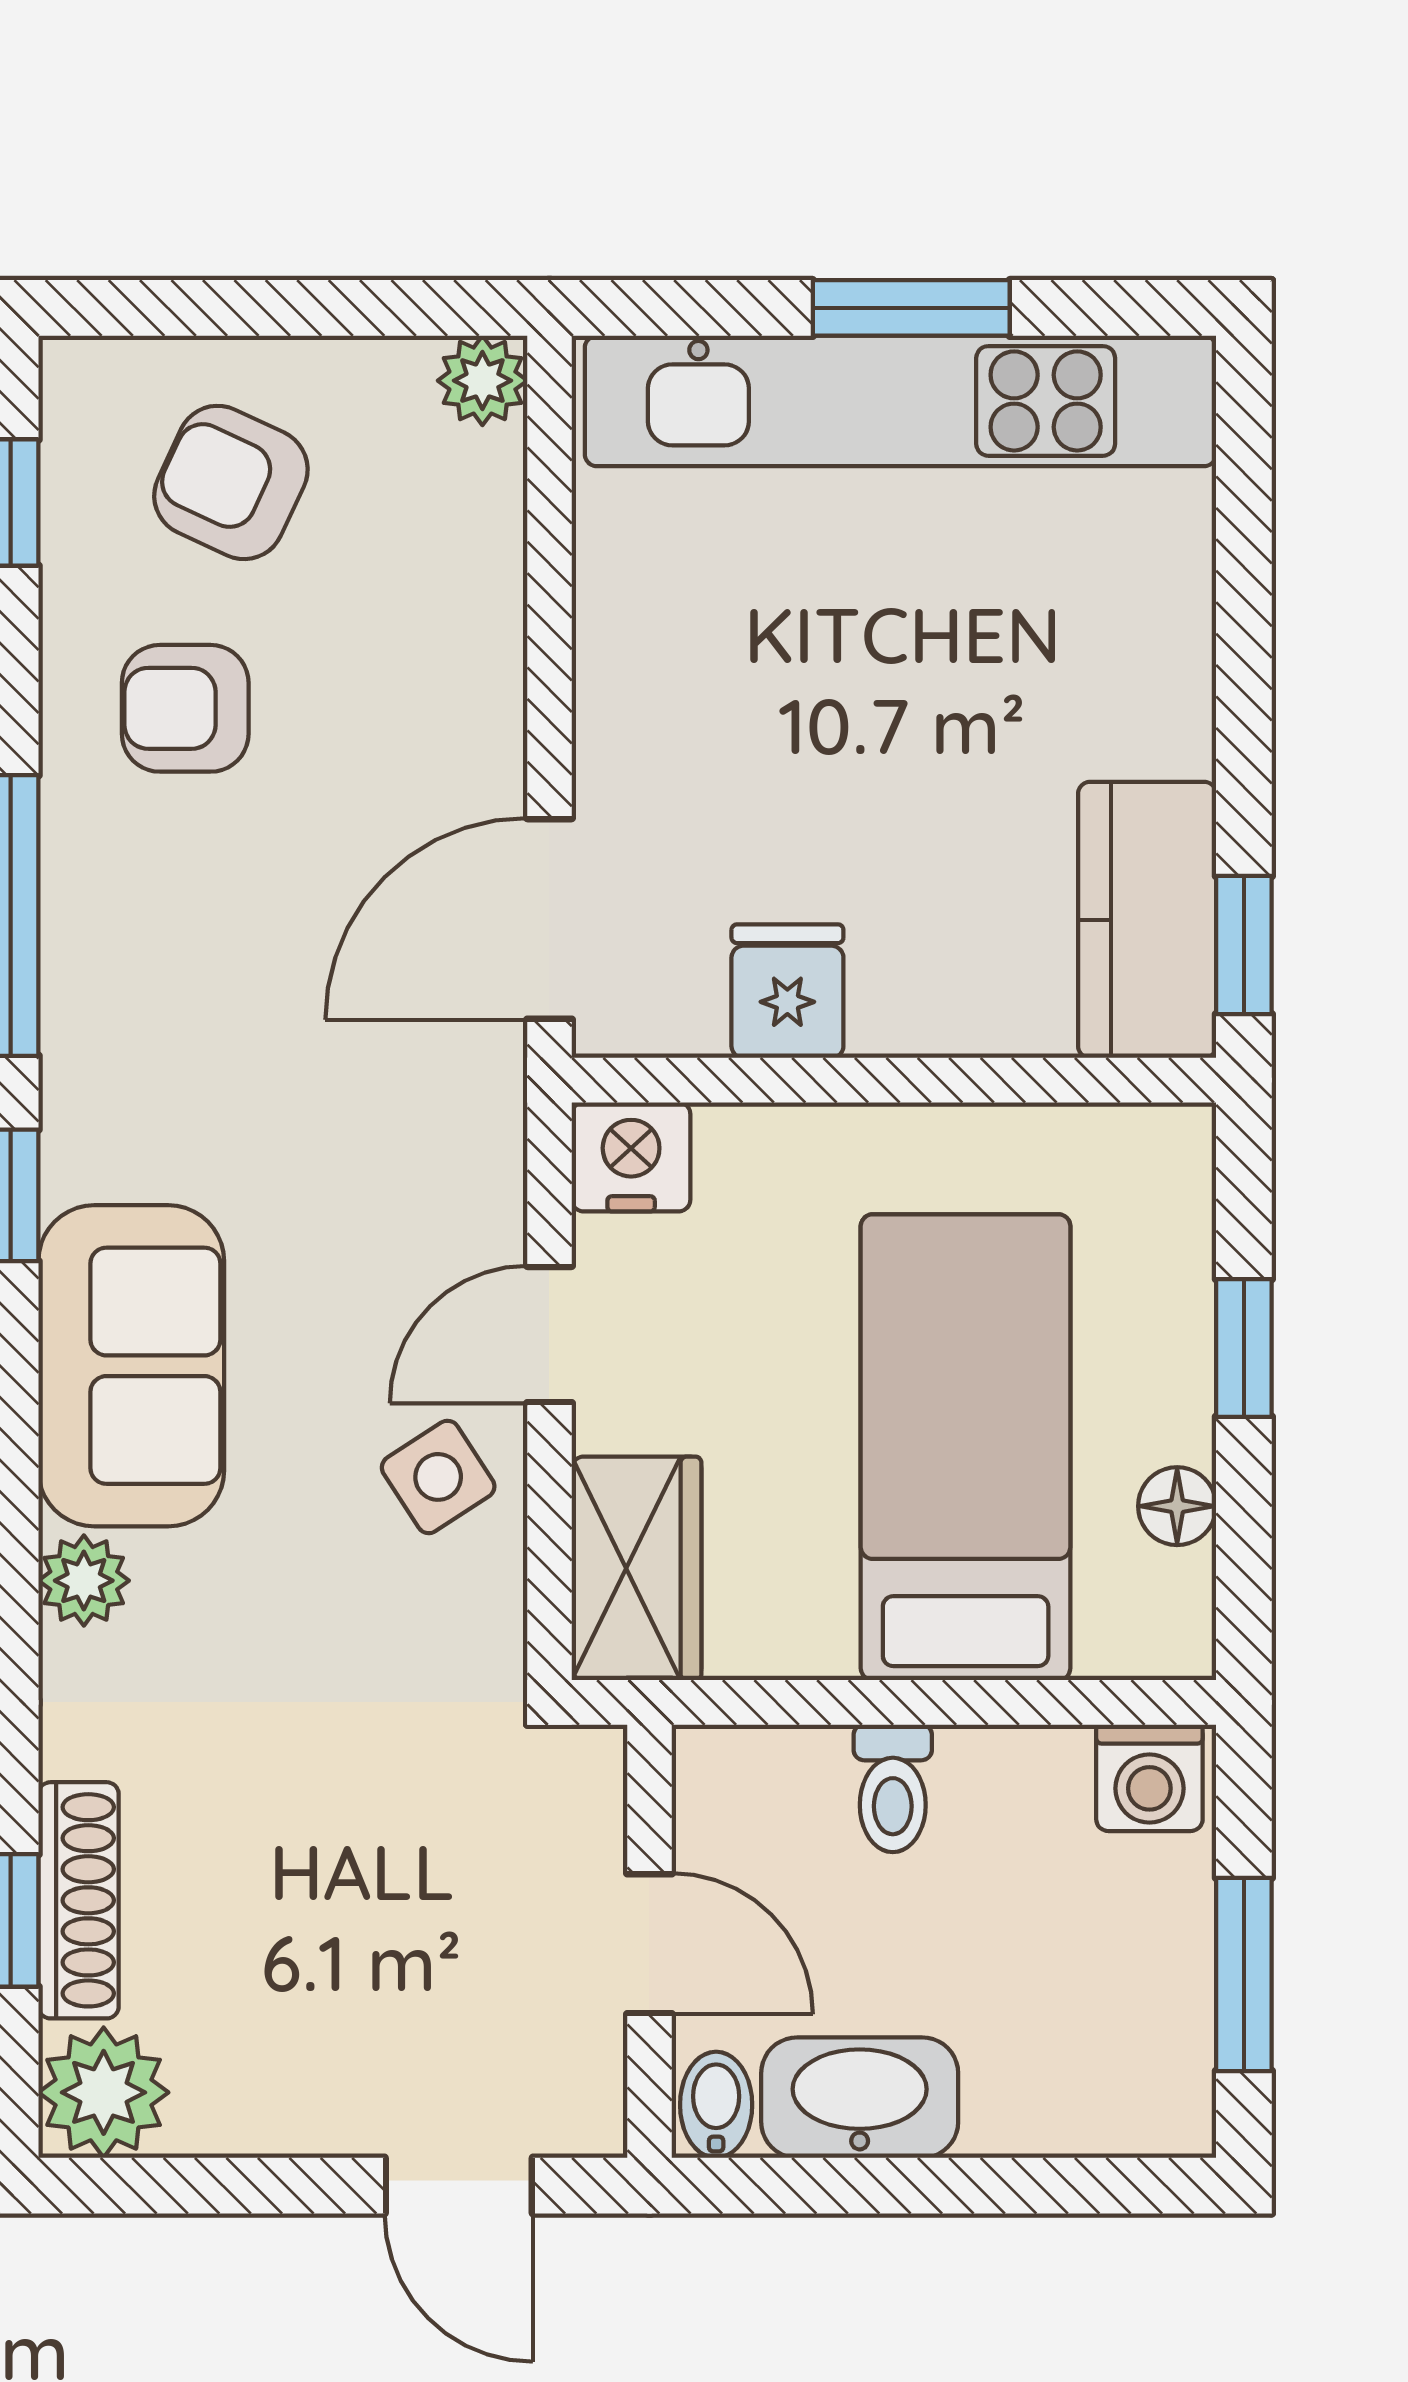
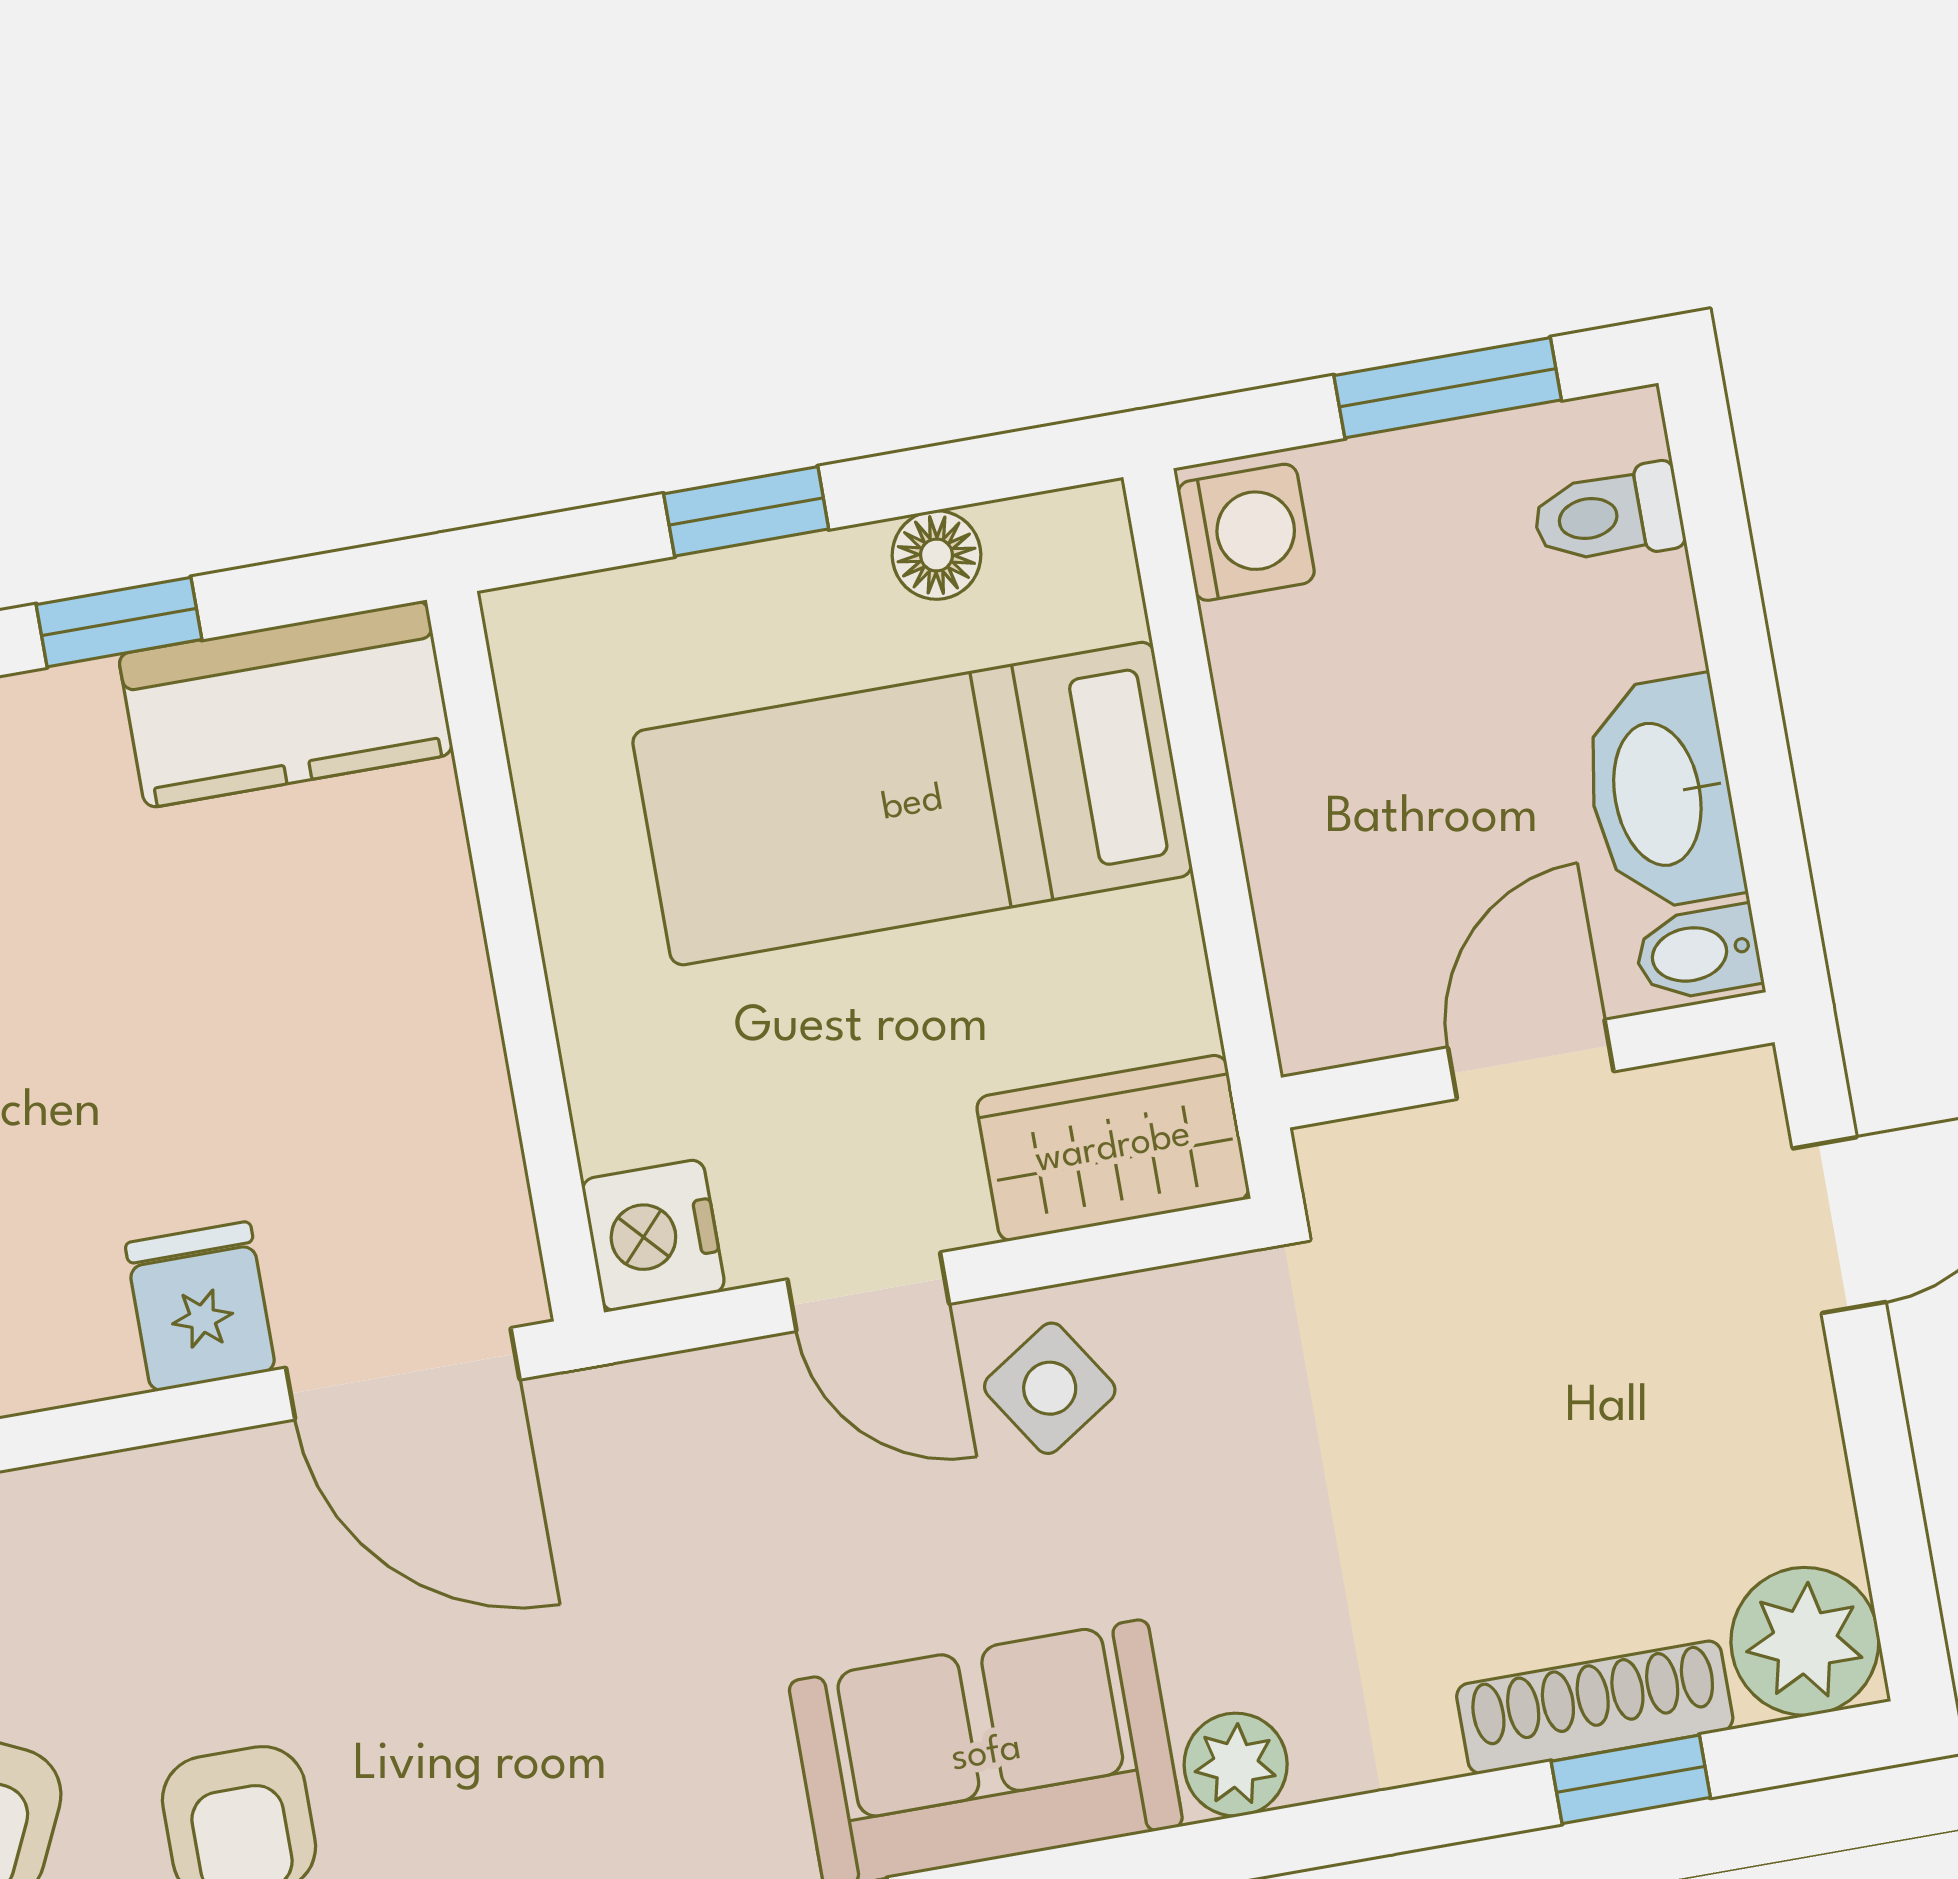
window: (1244, 945) -> (119, 622), moved
fridge: (787, 991) -> (200, 1307), moved, turned 90
toilet: (893, 1788) -> (1608, 515), moved, turned 180

